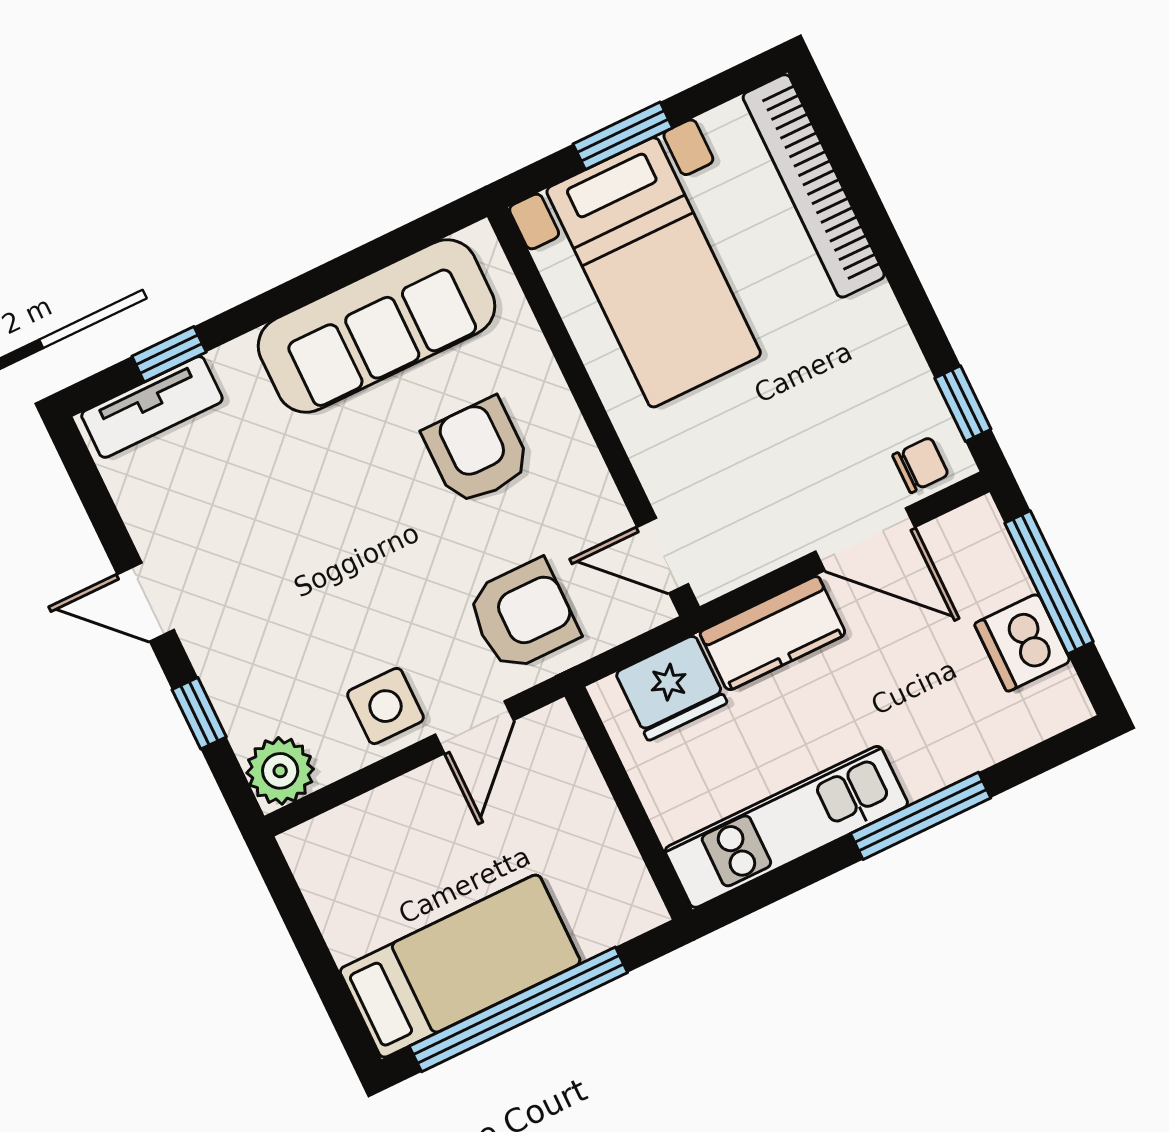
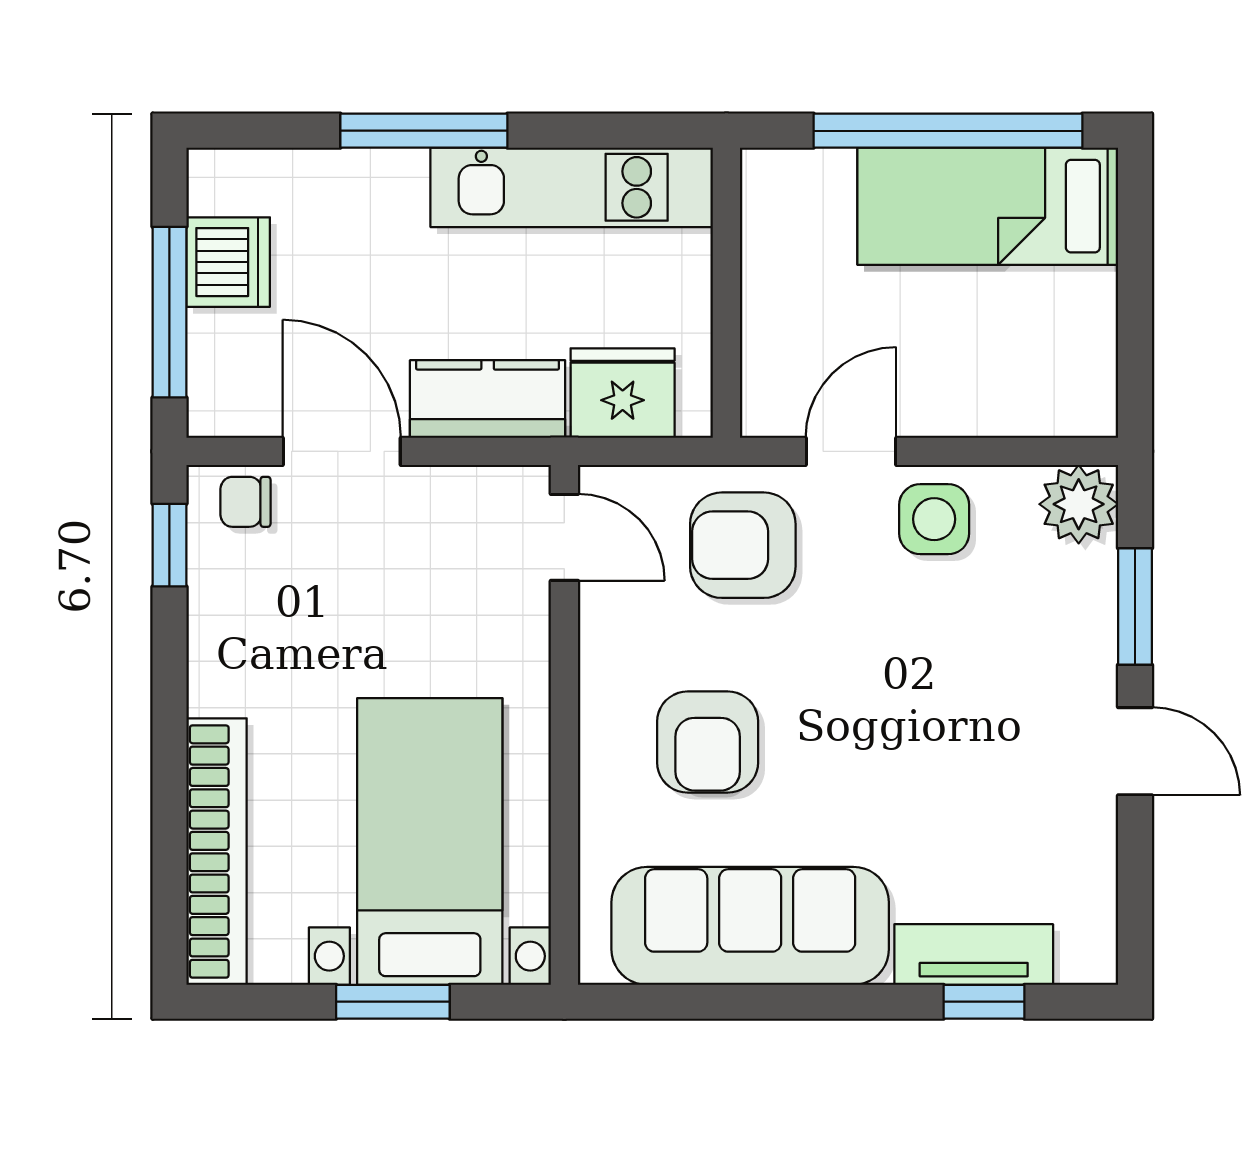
tv unit: (152, 407) -> (974, 954), moved
window: (199, 713) -> (1135, 606), width x1.50

